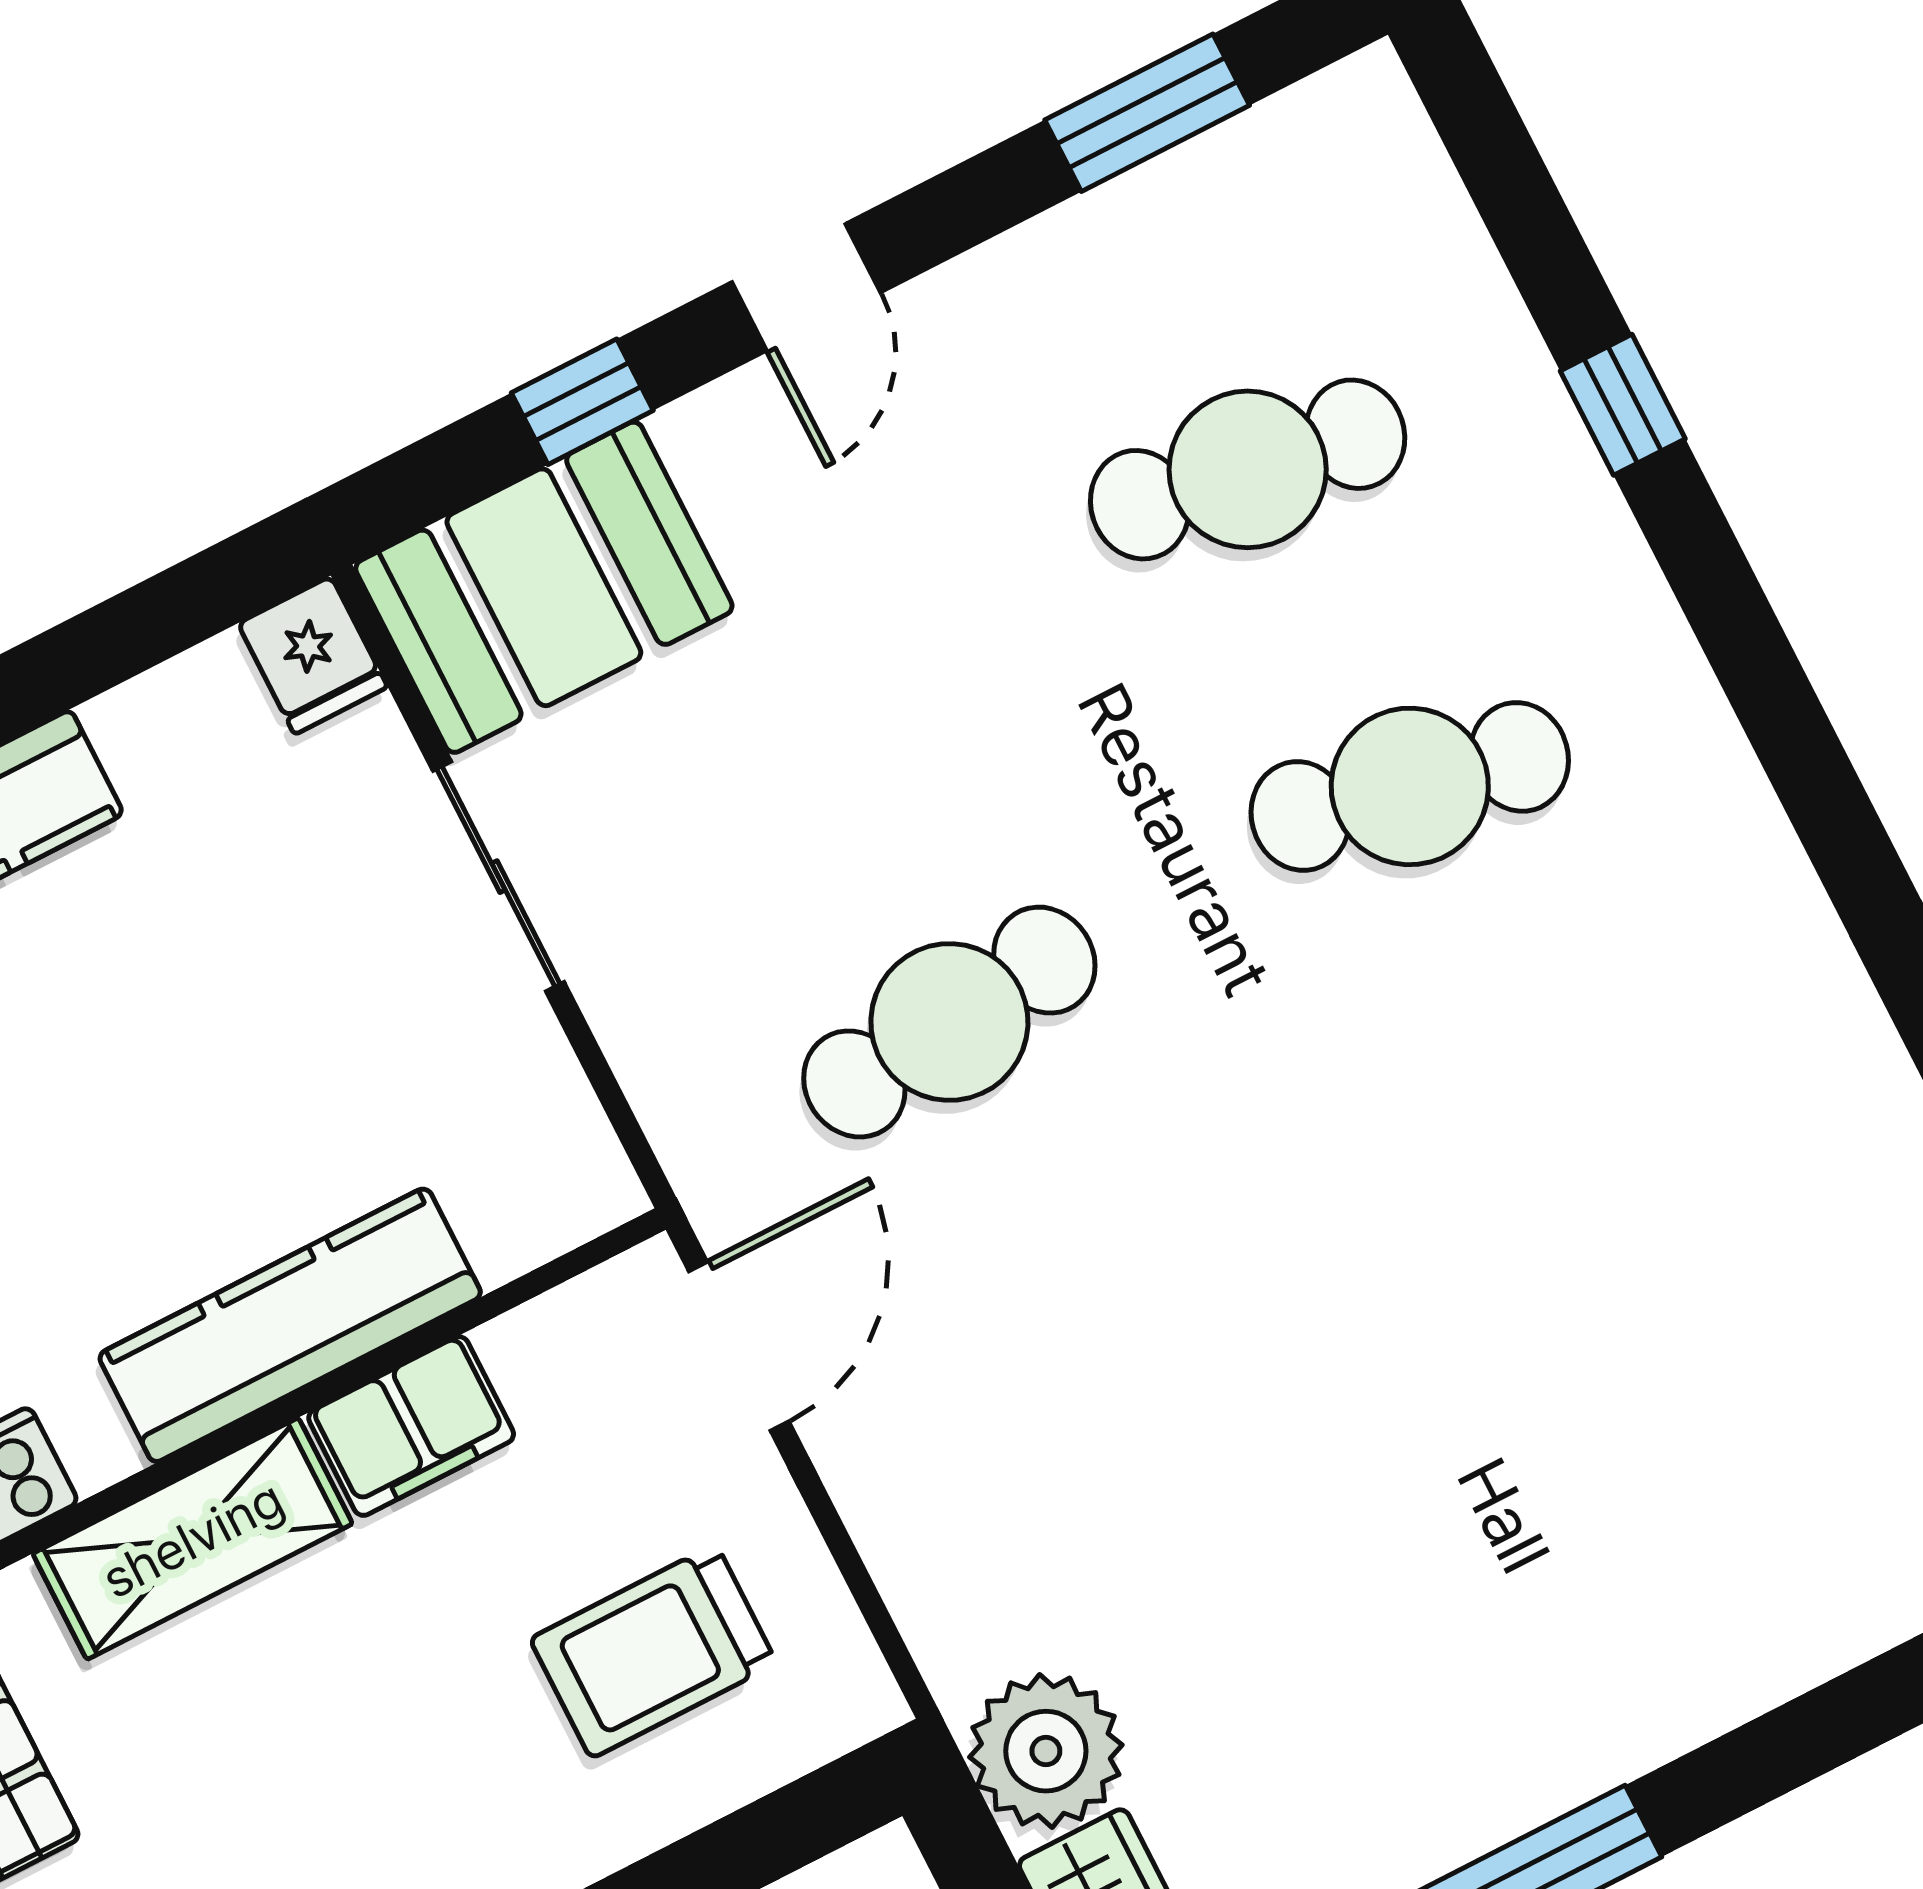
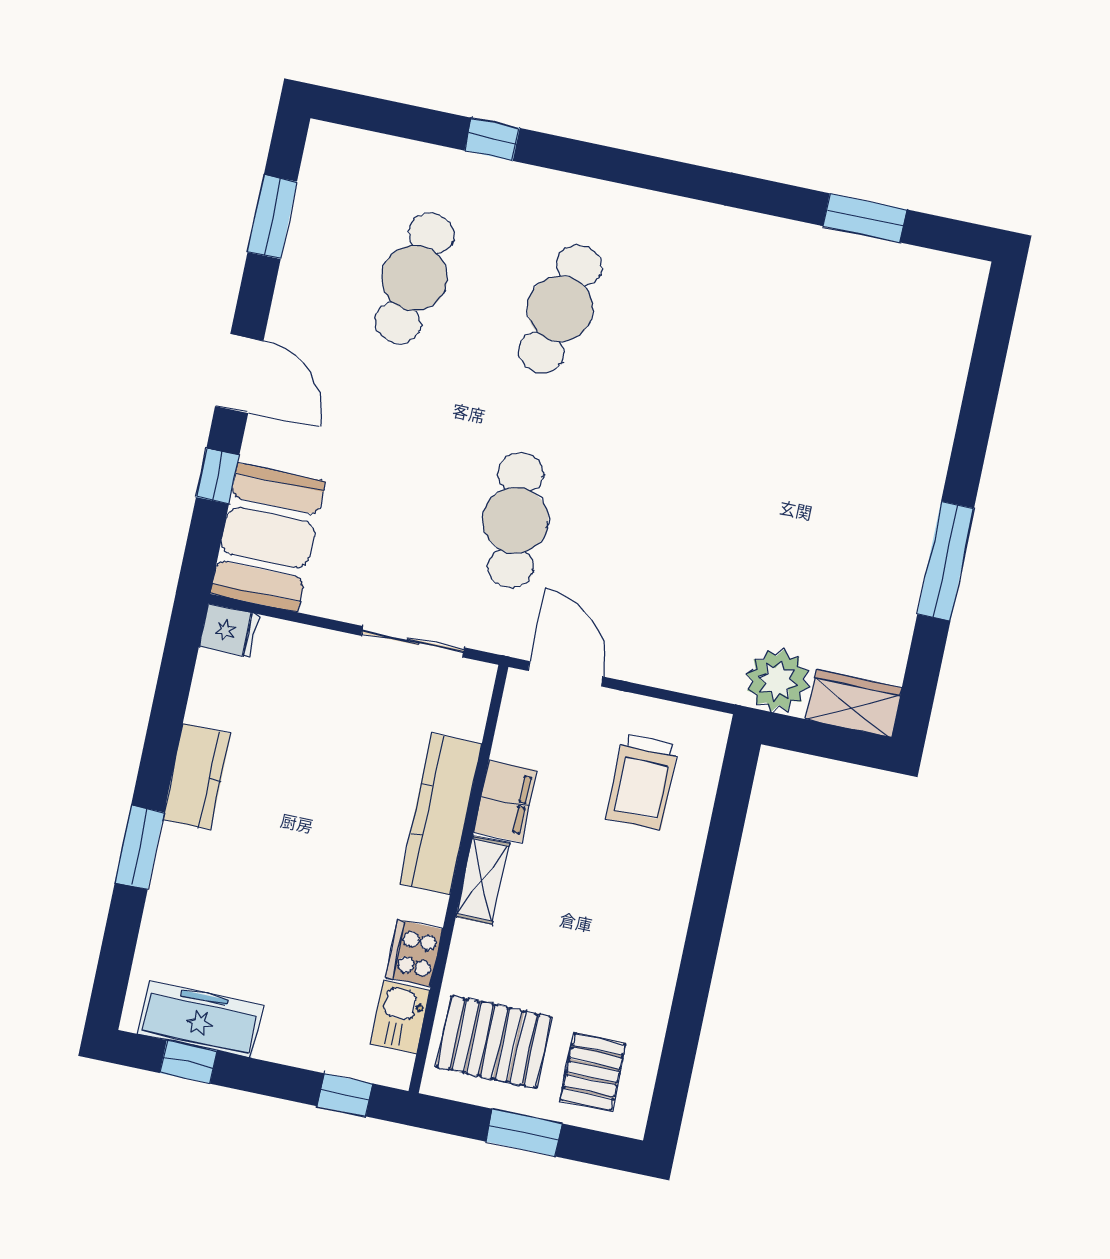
door: (806, 287) -> (239, 373), width x1.38
sliding door: (498, 877) -> (413, 642), moved
shelving: (193, 1539) -> (482, 880), width x0.67, depth x0.75

